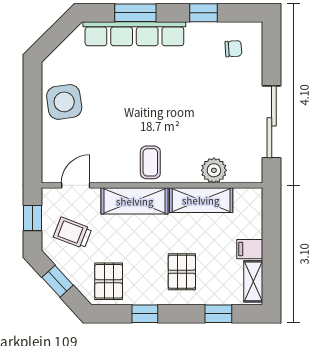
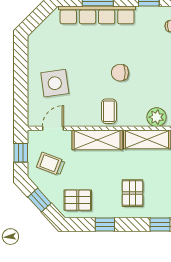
side table: (64, 102) -> (55, 83), moved
chair: (165, 111) -> (120, 73), added
pallet: (109, 281) -> (78, 200), turned 90

